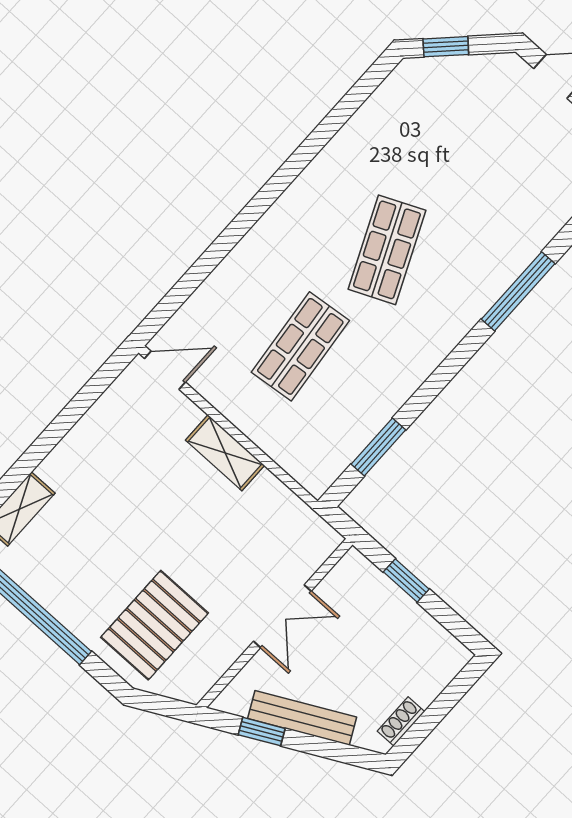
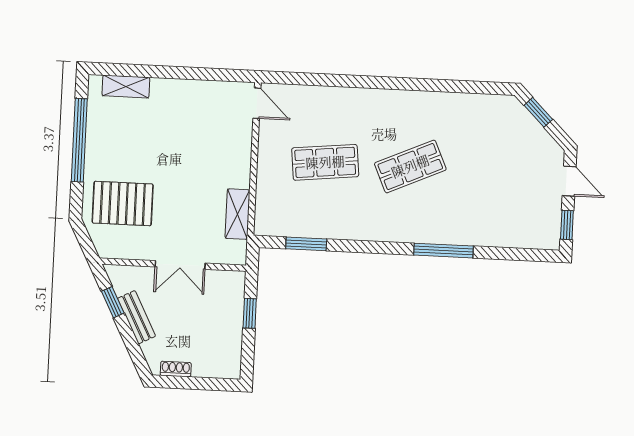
shelving: (225, 453) -> (237, 214), moved
bench: (302, 718) -> (137, 317), width x0.73

